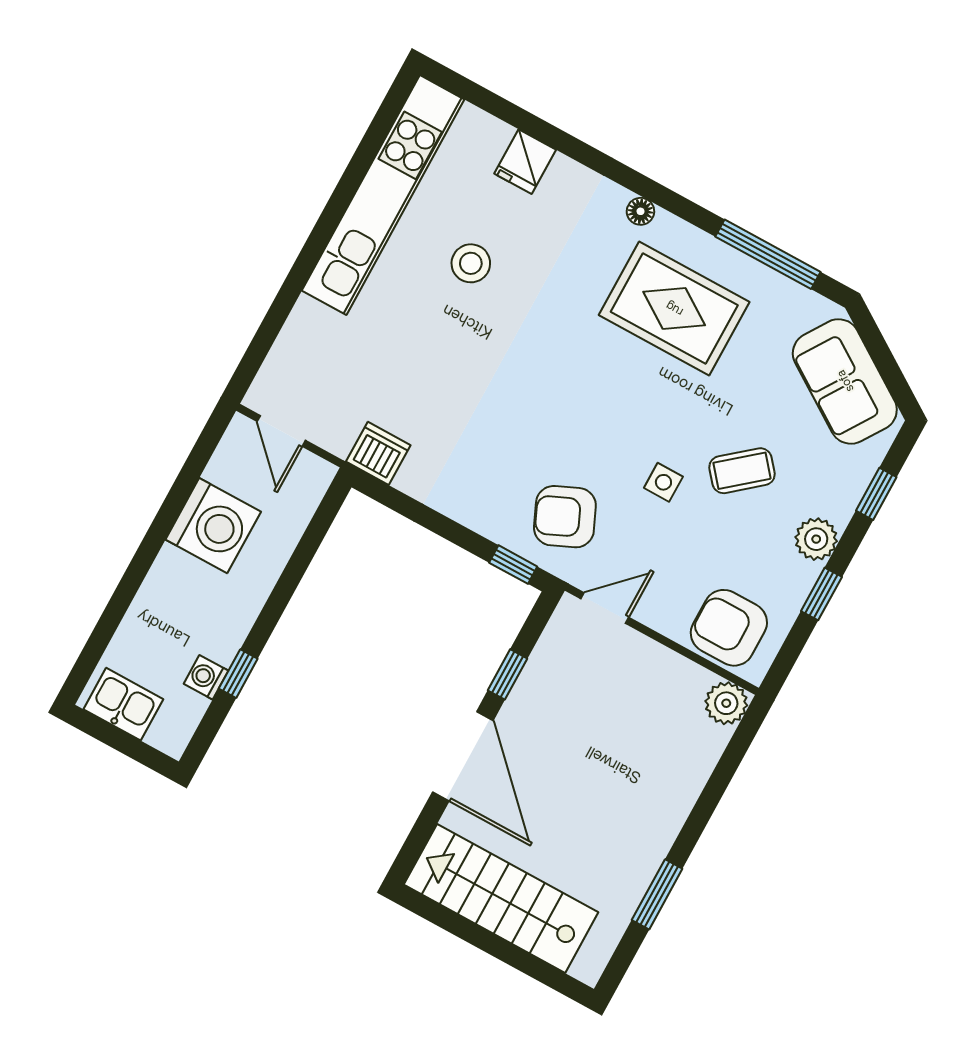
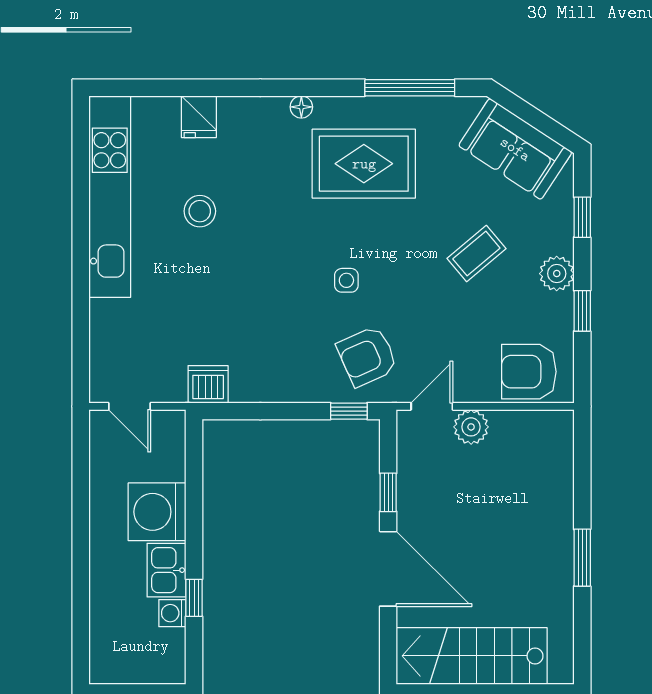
side table: (663, 482) -> (346, 280), moved
washing machine: (213, 526) -> (157, 512), moved, turned 180
plant: (726, 703) -> (471, 427), moved
kitchen sink: (123, 704) -> (167, 570), moved, turned -90
window: (657, 894) -> (582, 558), moved

